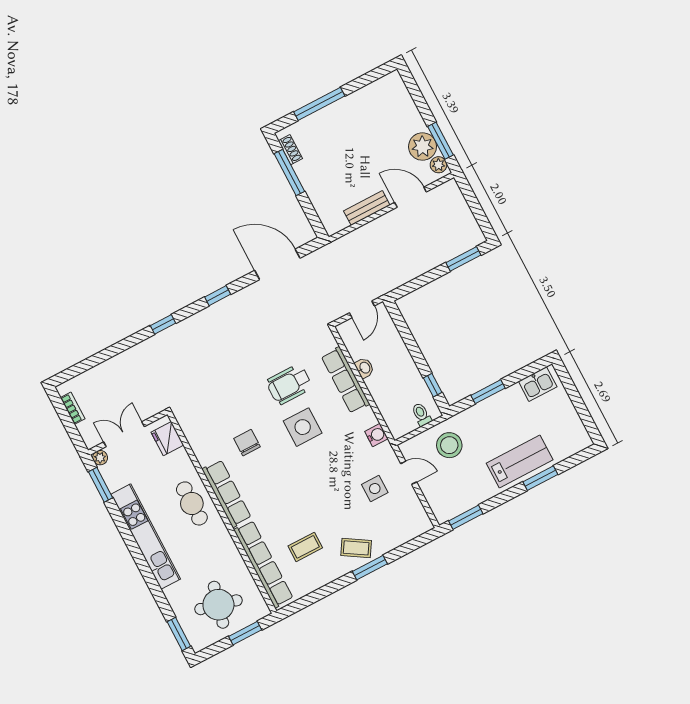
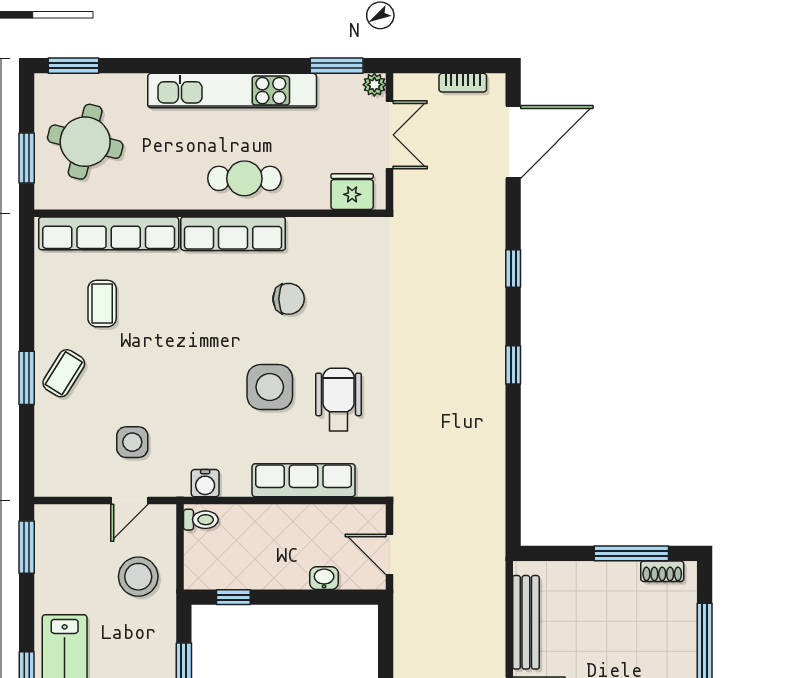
bench: (367, 208) -> (526, 622), width x1.36
door: (277, 264) -> (513, 142), moved
washbasin: (364, 368) -> (324, 578), moved, turned 180
toilet: (421, 414) -> (201, 520), moved

